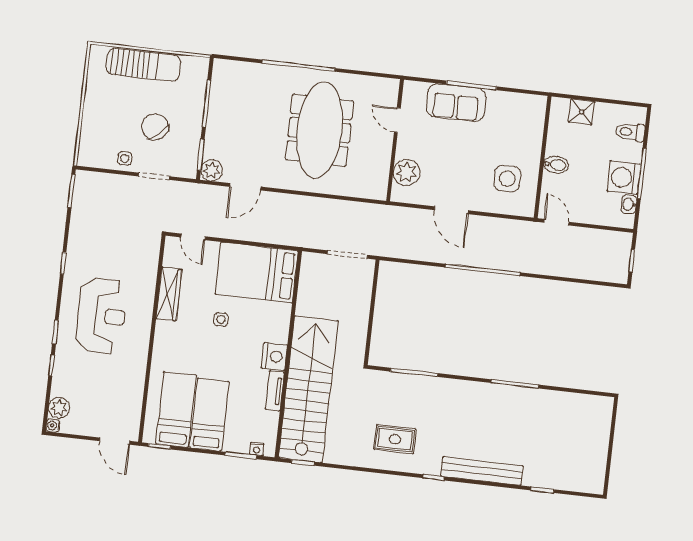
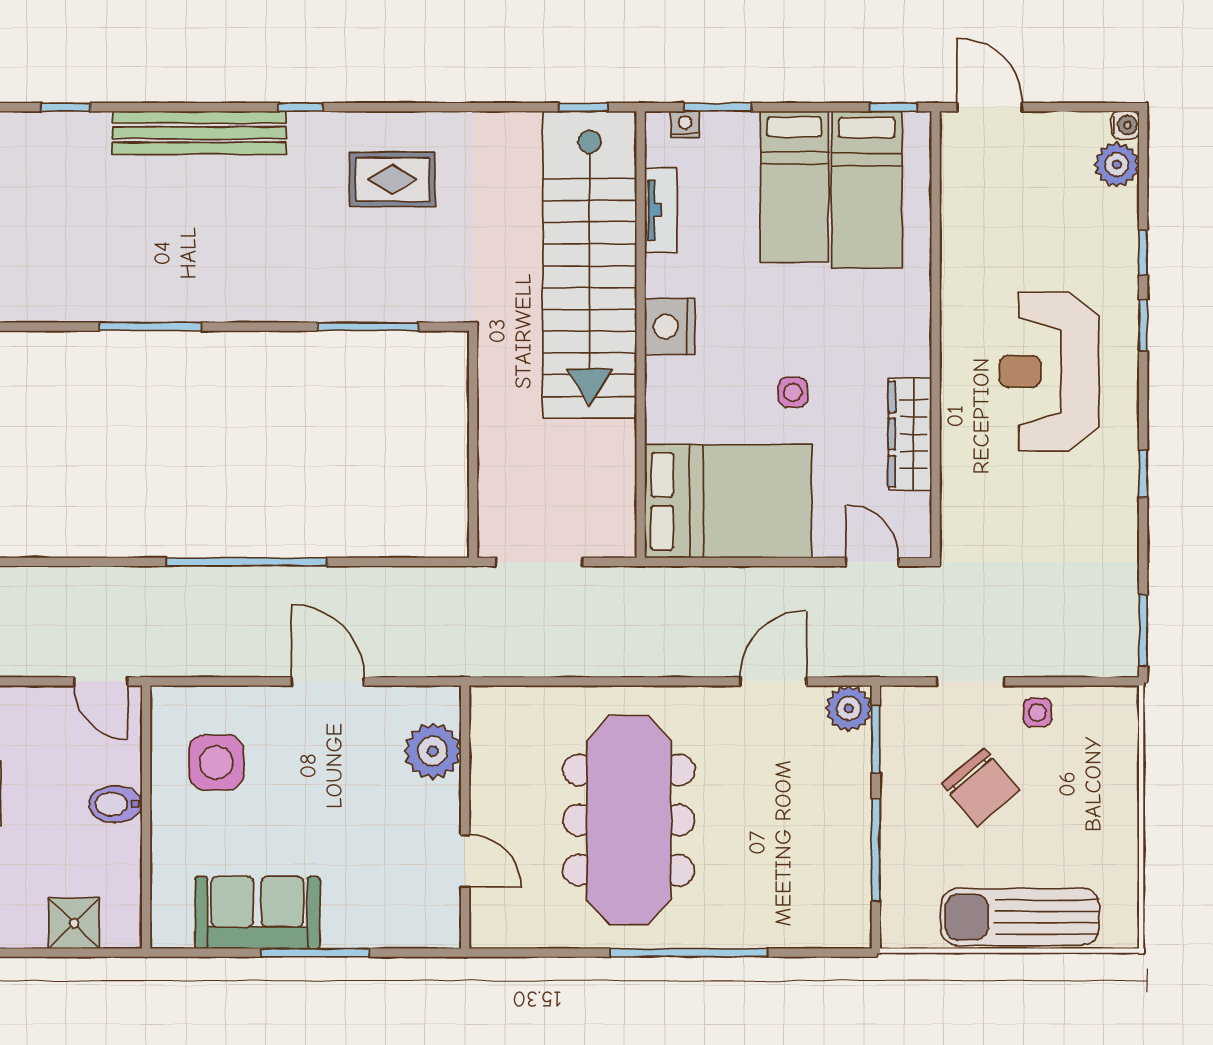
sofa: (456, 102) -> (257, 912), moved
tv unit: (275, 391) -> (661, 210), moved

